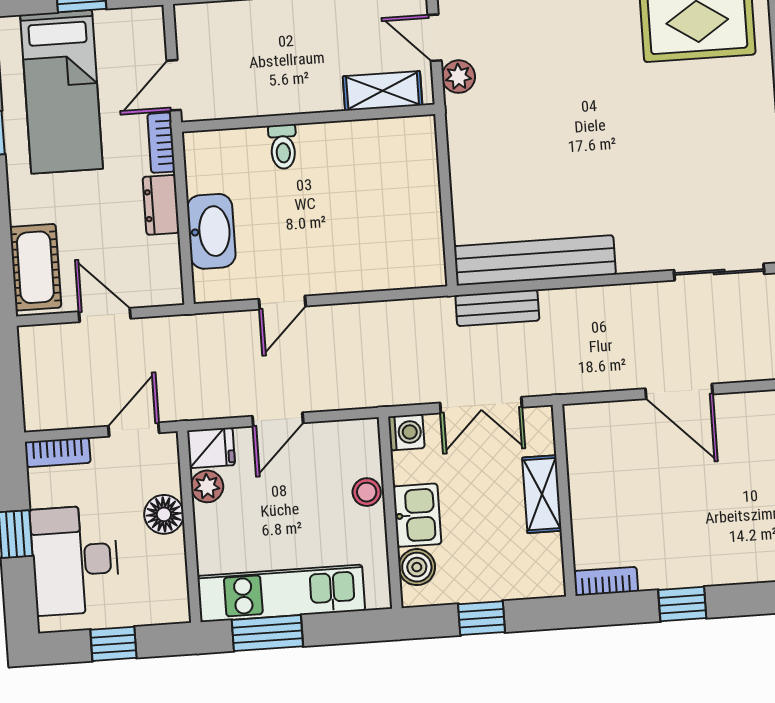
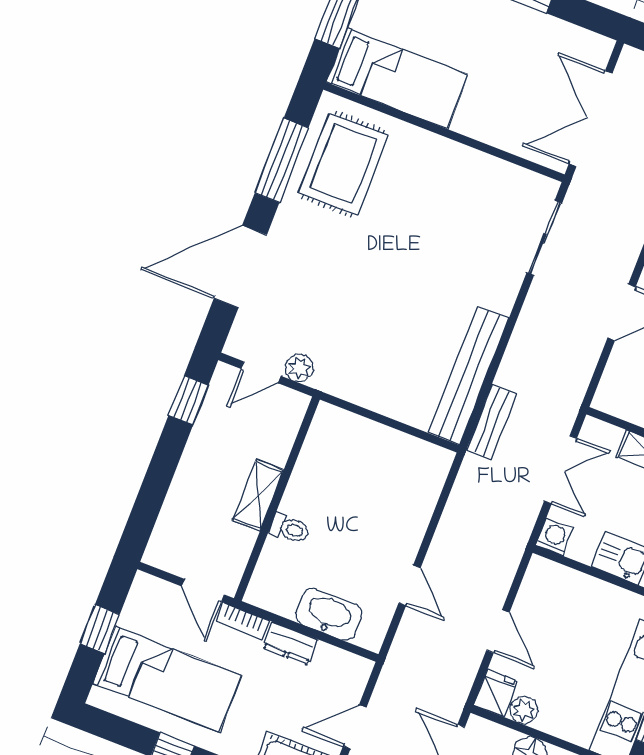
shelving: (383, 91) -> (258, 495), moved
stool: (367, 492) -> (586, 589), removed

